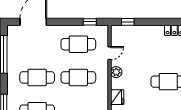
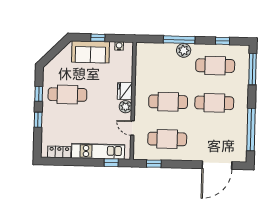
kitchen unit: (140, 32) -> (98, 151), added
door: (110, 53) -> (132, 128), hinge flipped
fridge: (117, 97) -> (125, 91), moved

